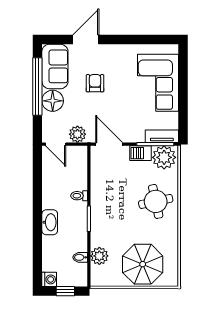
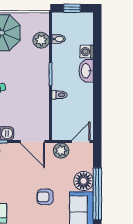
armchair: (95, 83) -> (45, 197), turned 90
door: (56, 144) -> (81, 142), hinge flipped
washing machine: (49, 279) -> (87, 52), moved

